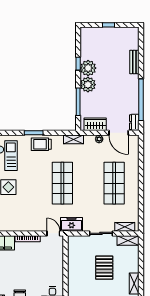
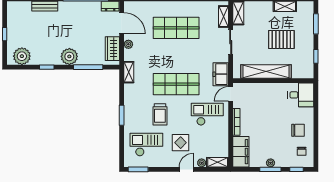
plant: (88, 68) -> (22, 56), moved
door: (119, 133) -> (122, 23), hinge flipped
trolley: (41, 144) -> (160, 114), moved
checkout: (35, 212) -> (207, 114), added
shelving: (74, 266) -> (266, 72), added
pallet: (104, 268) -> (281, 39), moved

